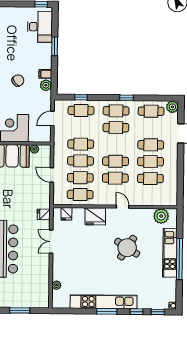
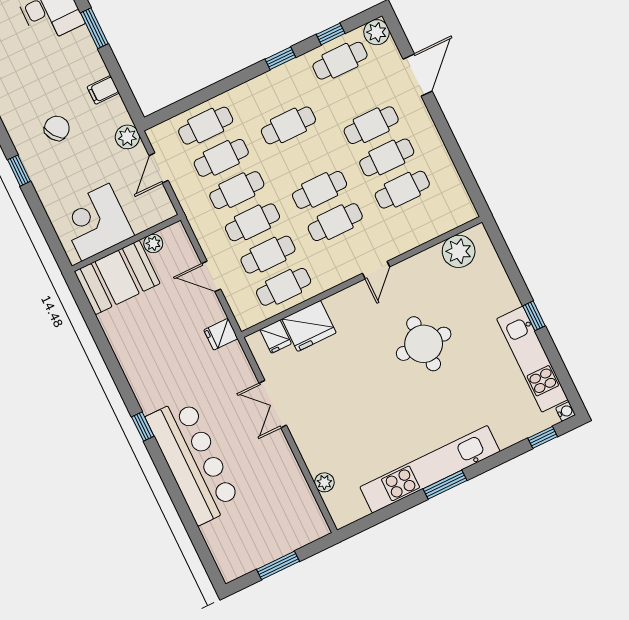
plant: (46, 85) -> (127, 137), moved
window: (81, 97) -> (331, 34), moved
cafe table: (116, 111) -> (221, 158), moved
door: (123, 207) -> (376, 270), swing flipped
fridge: (44, 214) -> (221, 334), moved
fridge: (95, 216) -> (309, 326), moved
round table: (127, 248) -> (424, 344), turned -33
kitchen unit: (170, 253) -> (532, 359), moved
window: (179, 259) -> (534, 316), width x0.32
window: (137, 312) -> (502, 457), removed

